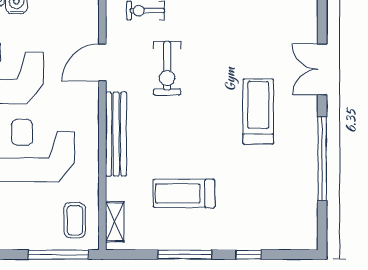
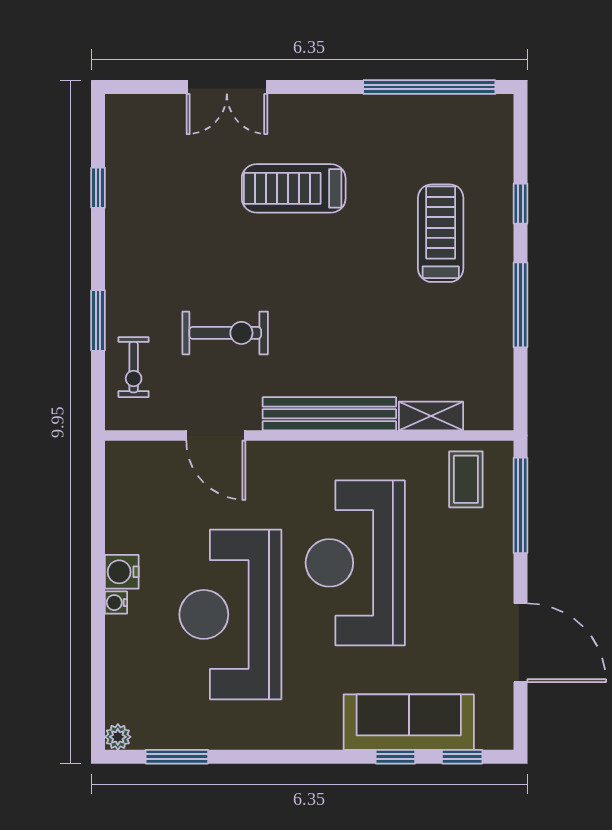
window: (322, 159) -> (429, 87), moved
treadmill: (184, 193) -> (441, 233), moved, turned 180
coffee table: (75, 220) -> (466, 479), turned 90
shelving: (115, 222) -> (431, 416), moved

